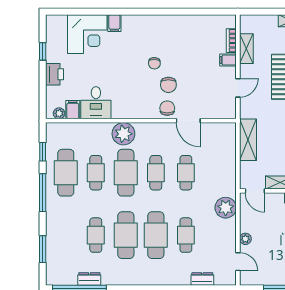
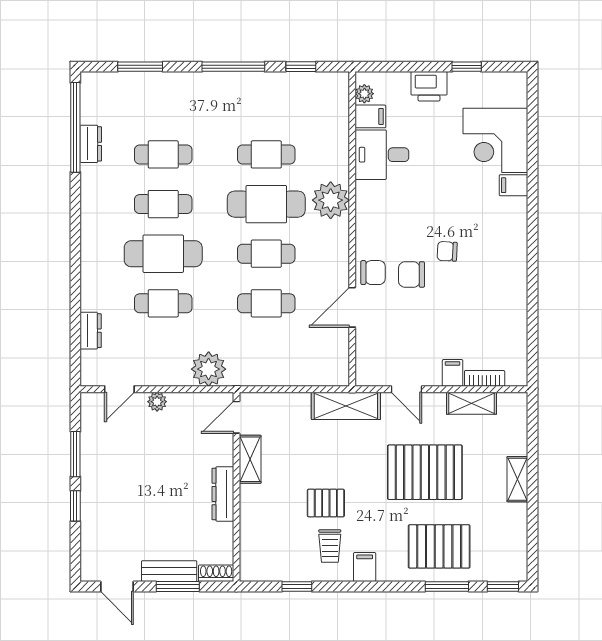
shelving: (248, 140) -> (346, 406), moved
cafe table: (66, 173) -> (266, 105), removed
cafe table: (126, 235) -> (163, 204), width x0.73, depth x0.74

